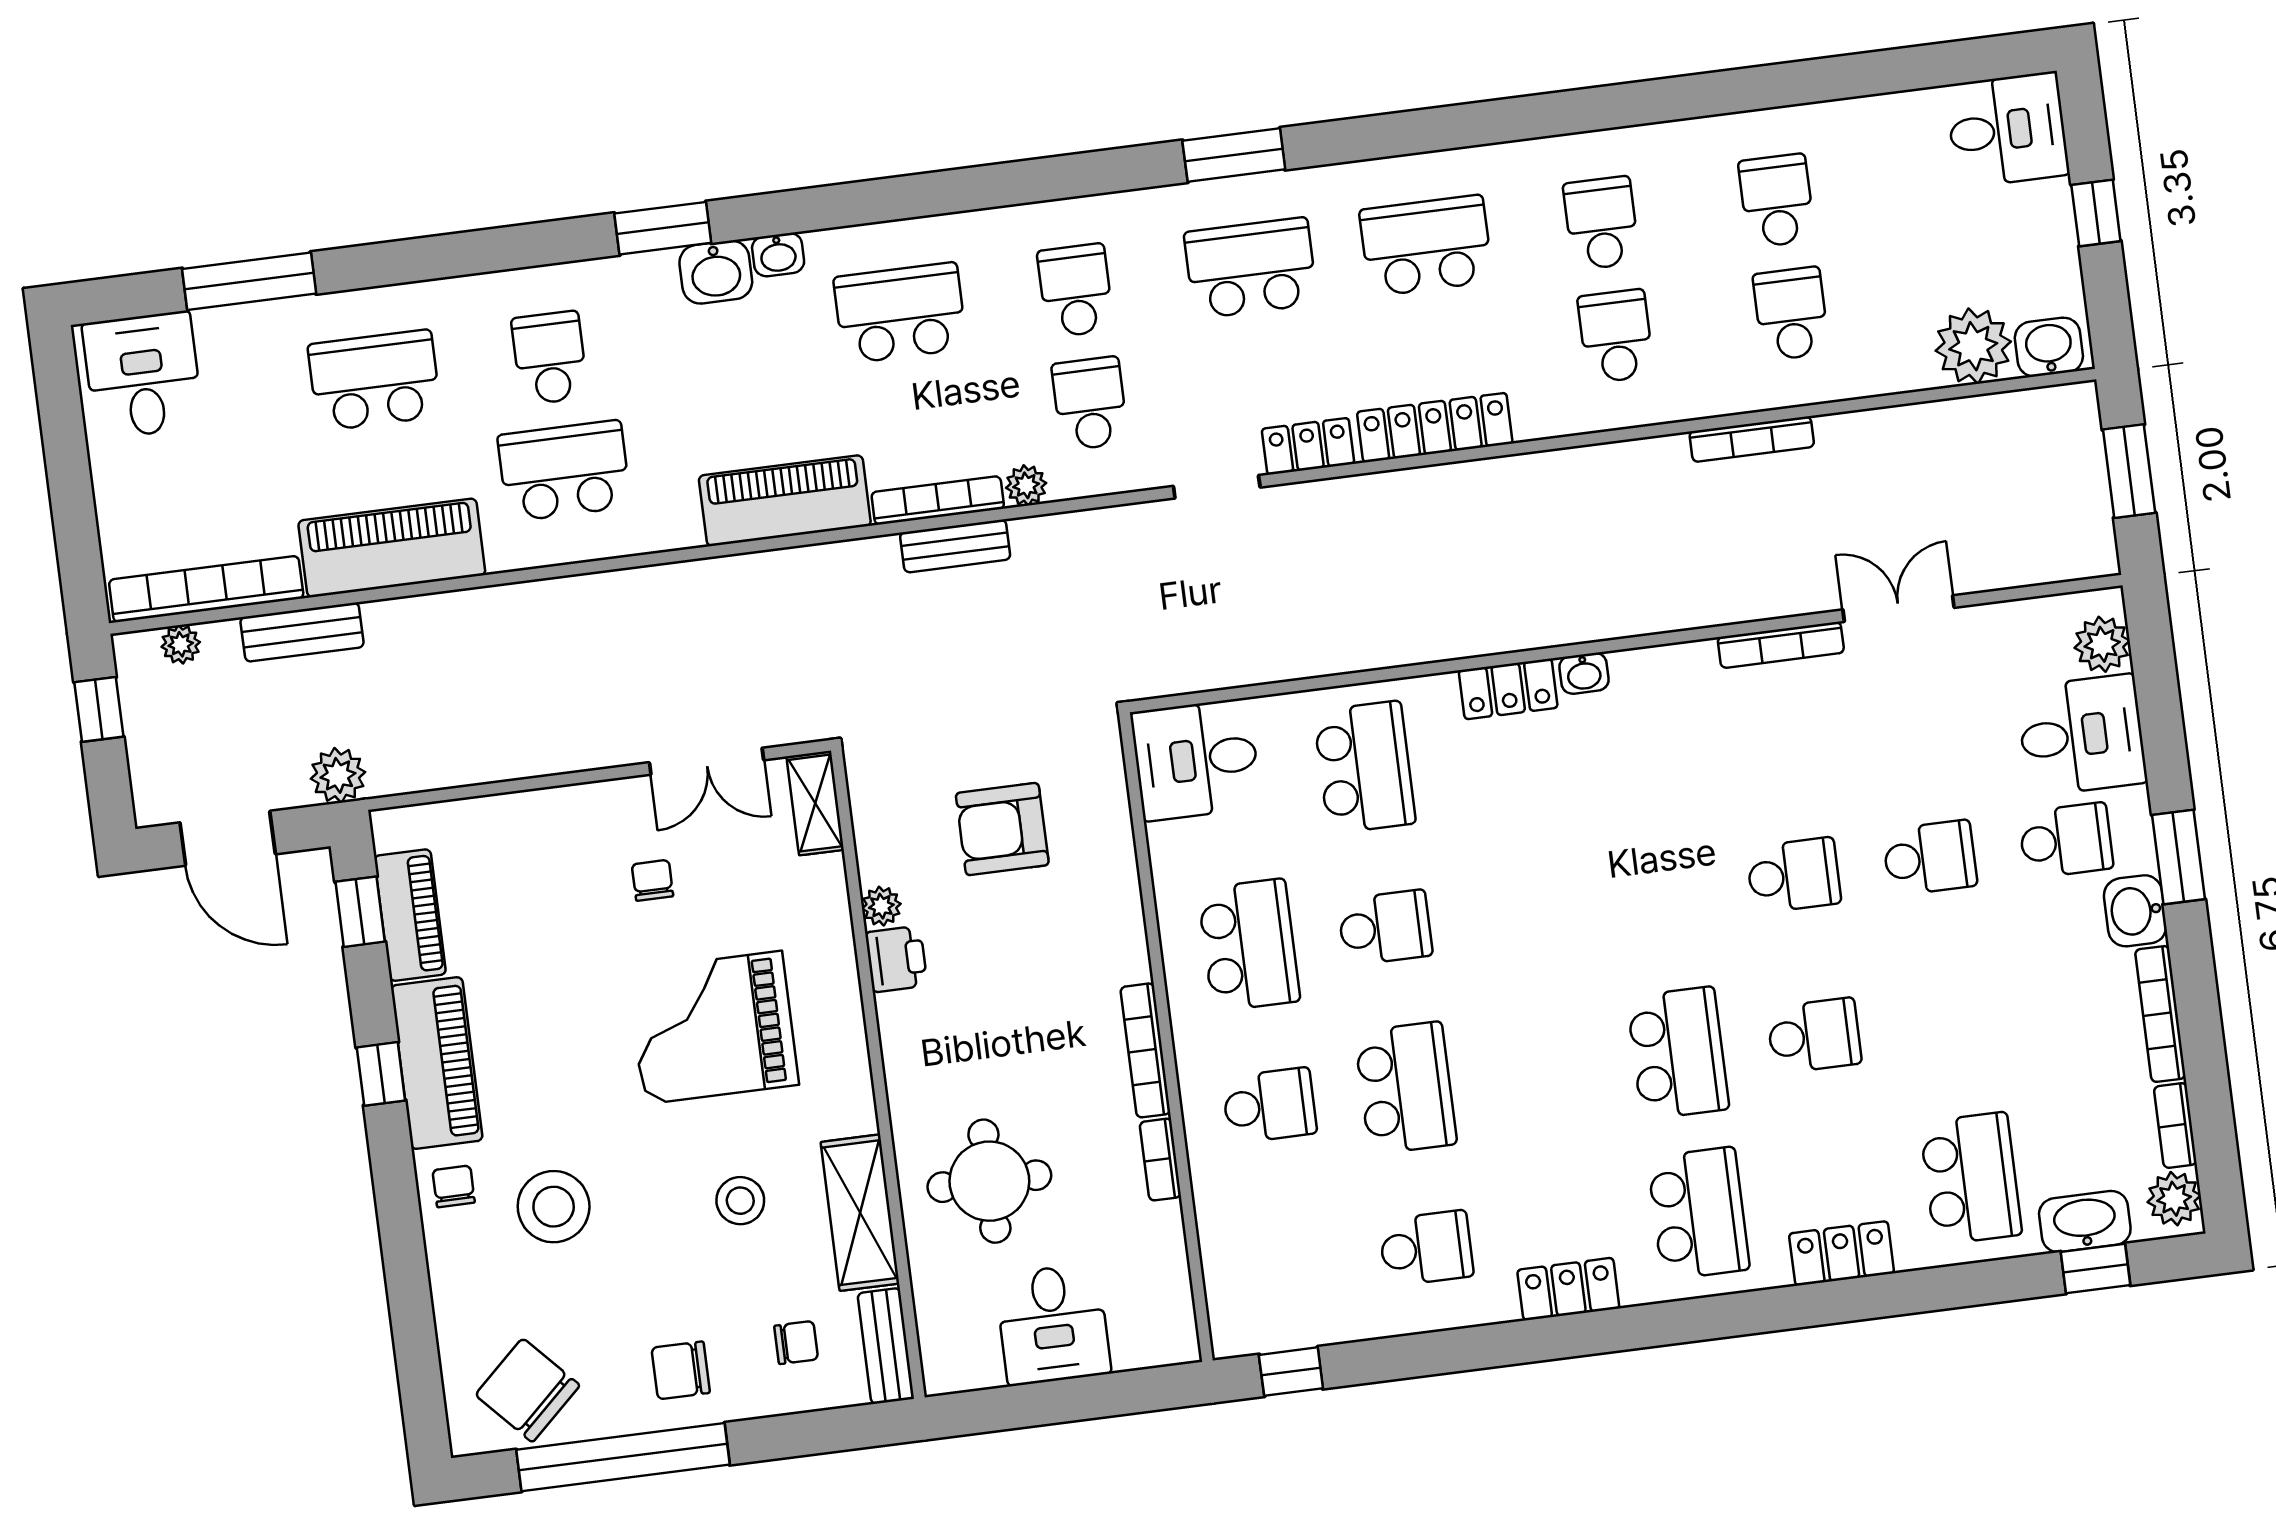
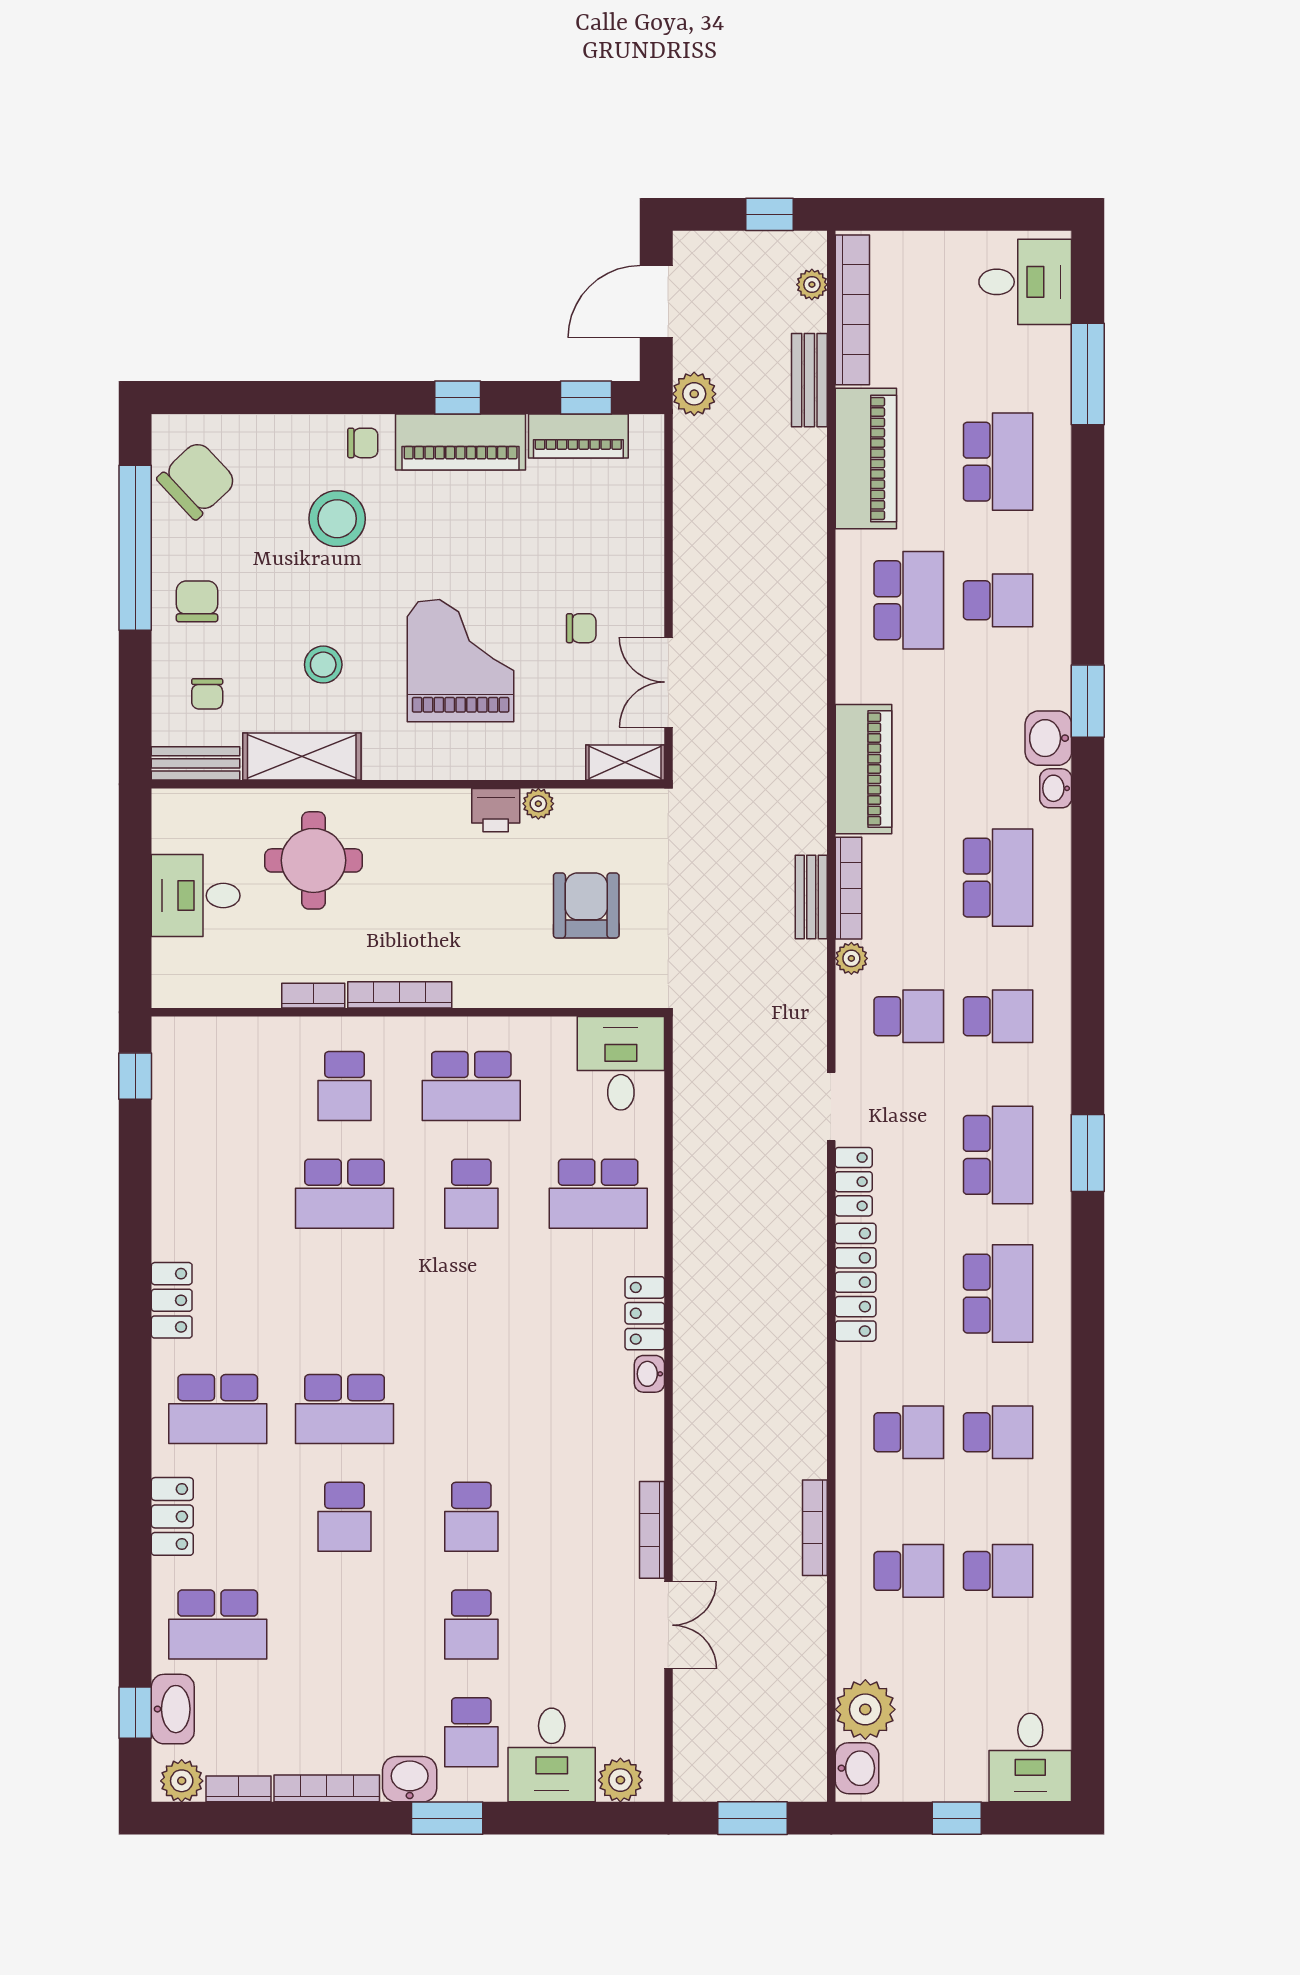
school desk: (1426, 1248) -> (218, 1194), removed

